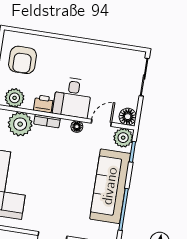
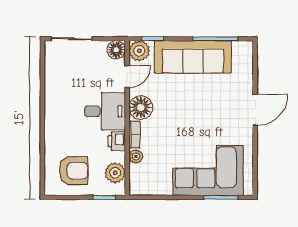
door: (101, 123) -> (127, 77), swing flipped
plant: (20, 124) -> (136, 156), width x0.53, depth x0.53
floor lamp: (77, 127) -> (141, 108), width x1.89, depth x1.89

